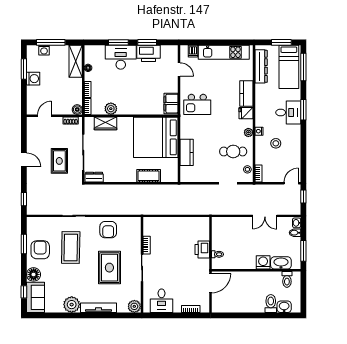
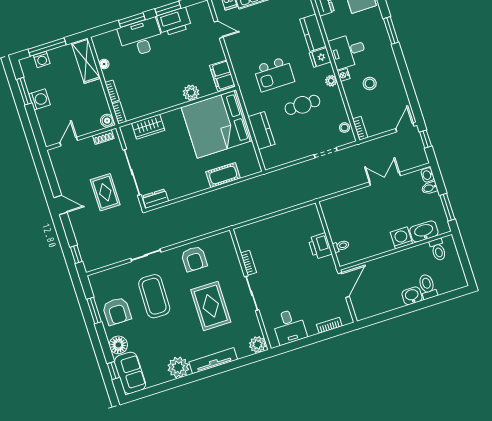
kitchen island: (197, 104) -> (274, 74), moved
plant: (111, 109) -> (191, 93), moved
desk: (288, 113) -> (348, 51), moved, turned 180
cafe table: (233, 151) -> (302, 105), moved
double door: (265, 216) -> (385, 179), swing flipped
armchair: (40, 250) -> (117, 311), turned 180
washbasin: (284, 307) -> (412, 296), moved

